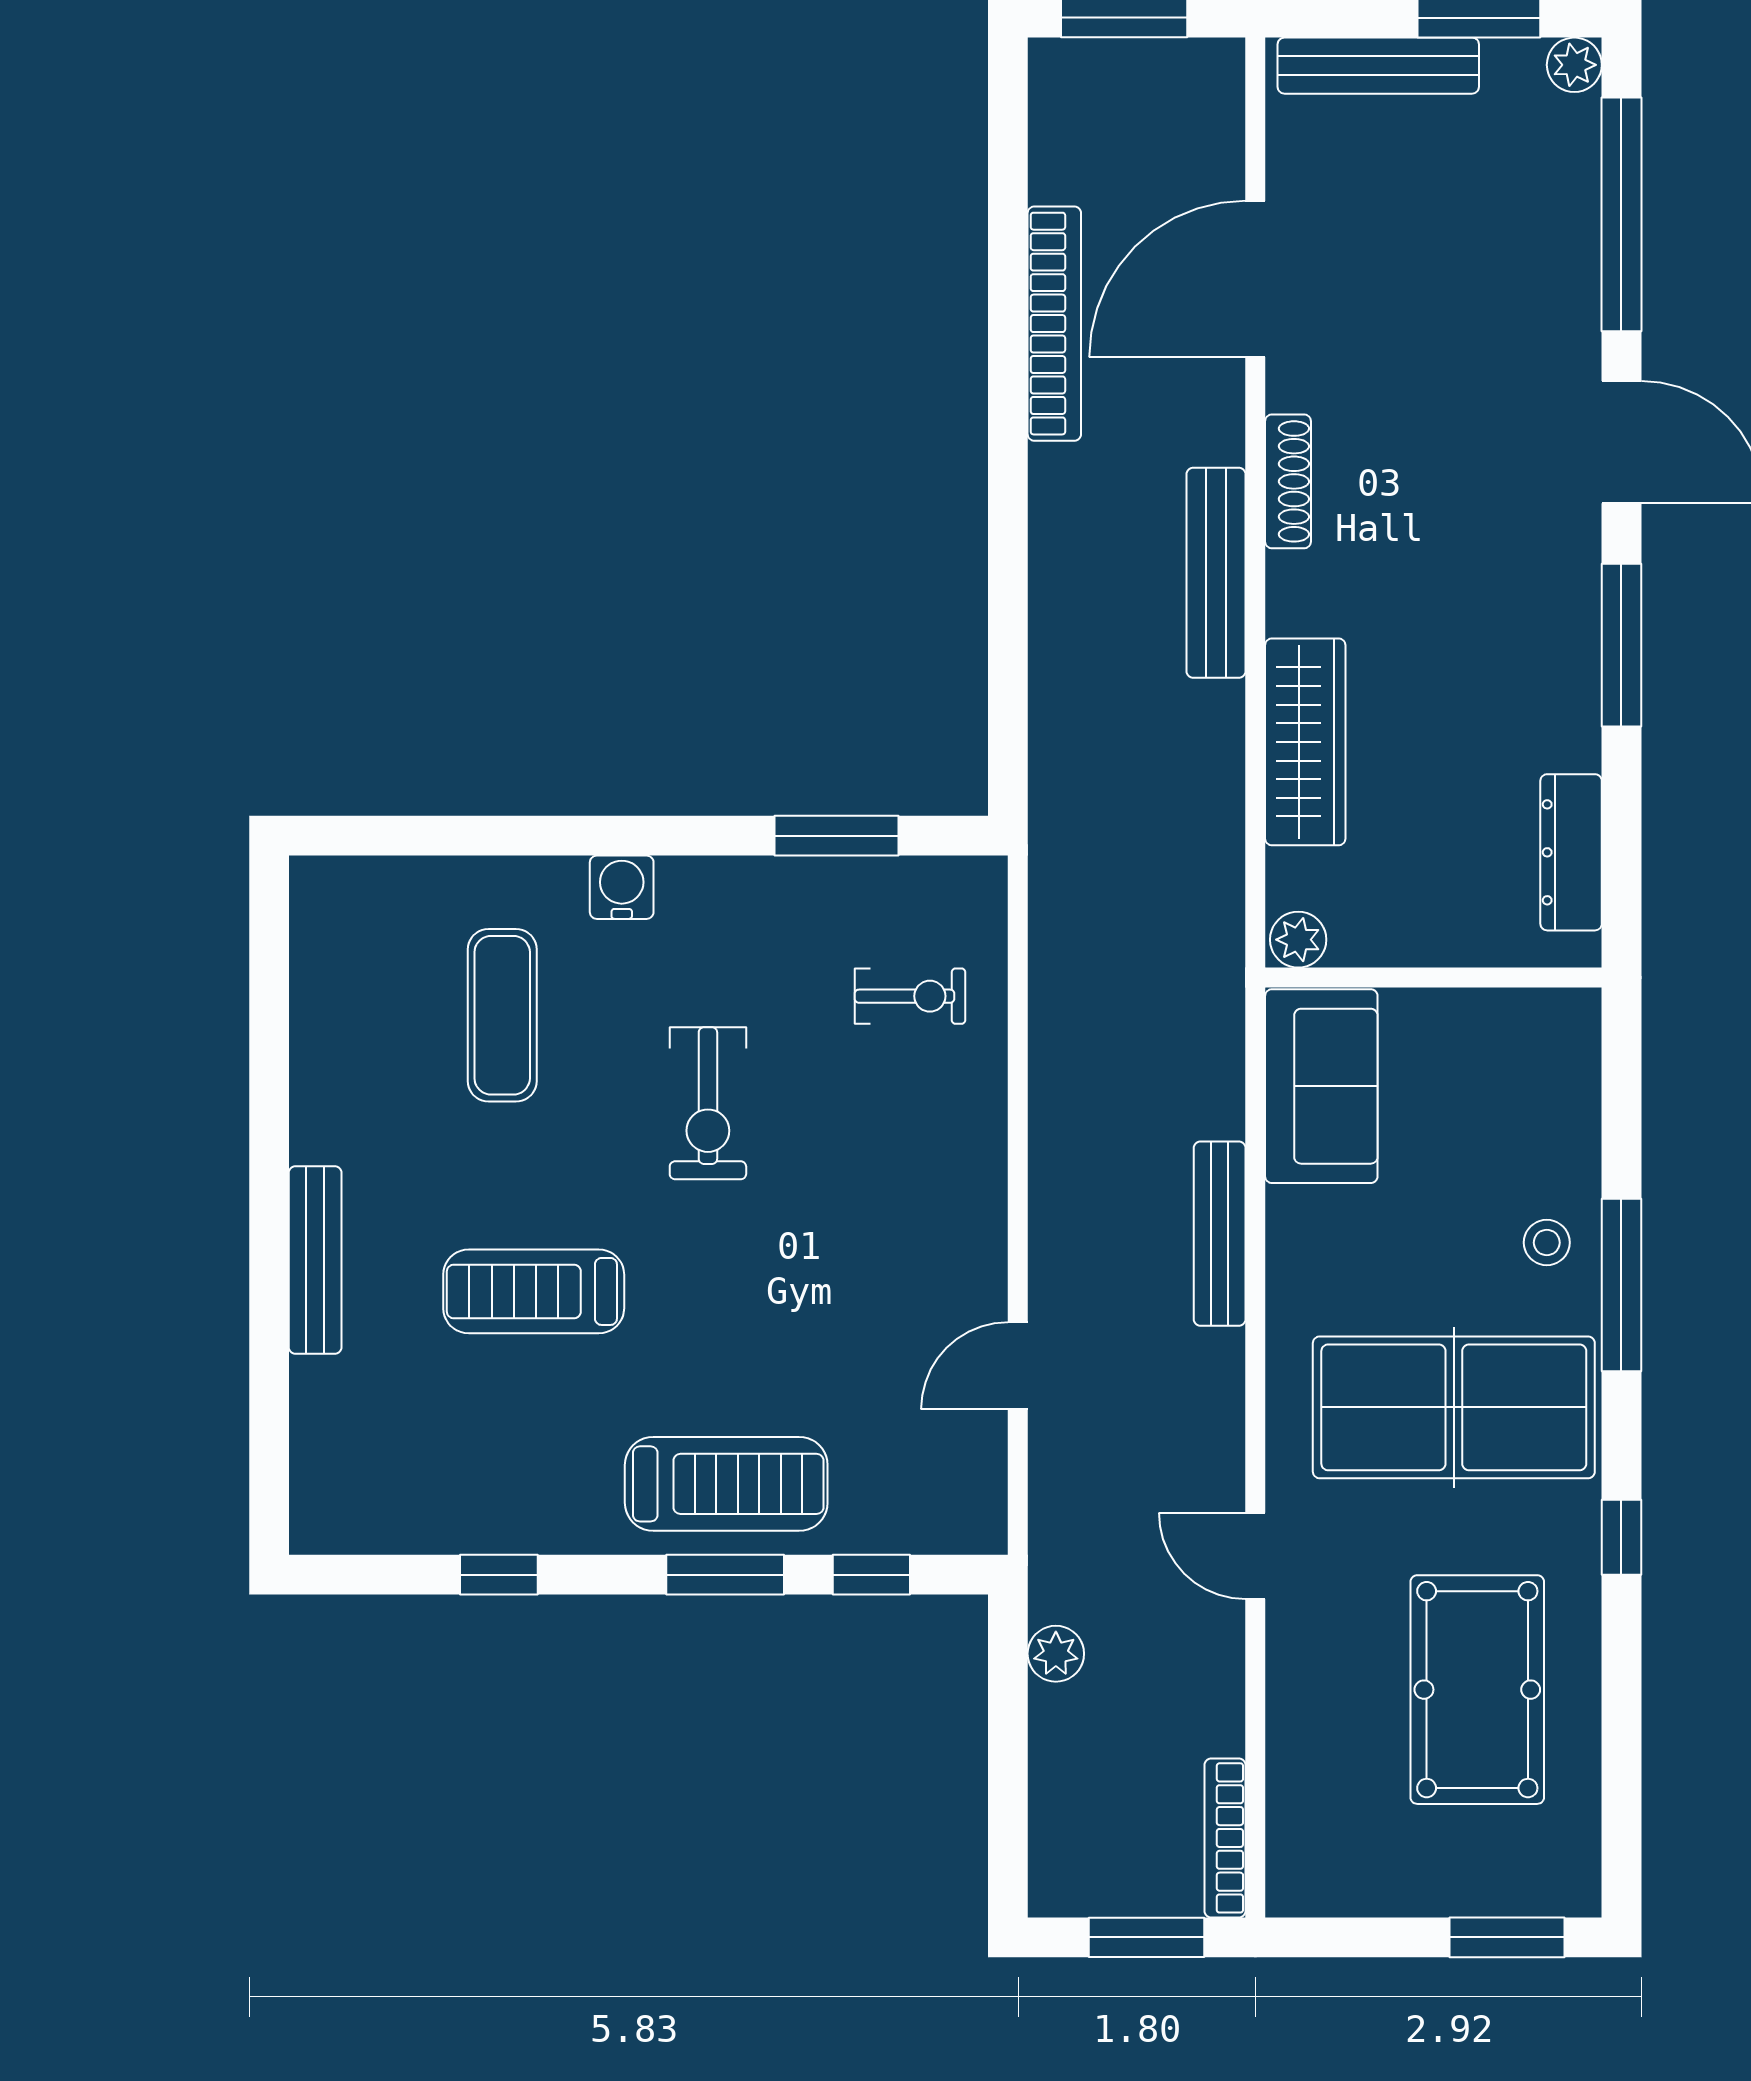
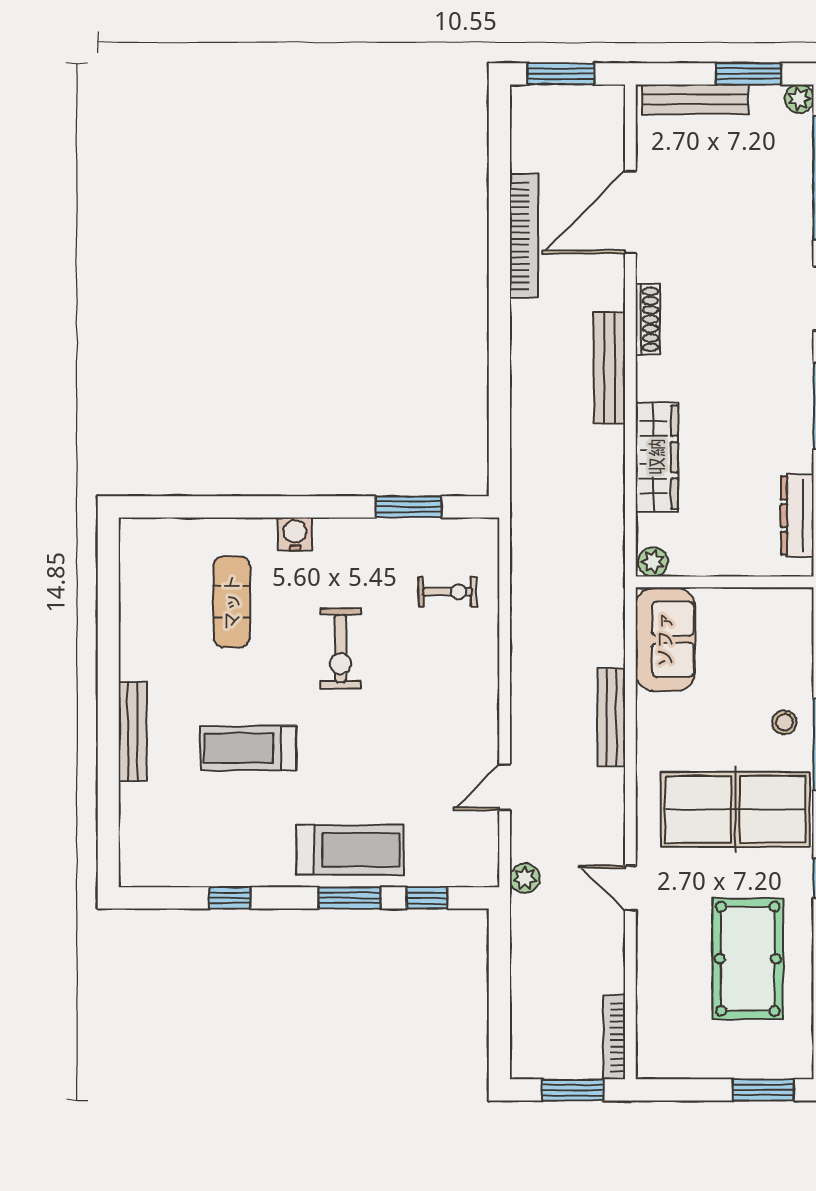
plant: (1056, 1654) -> (525, 878), moved

